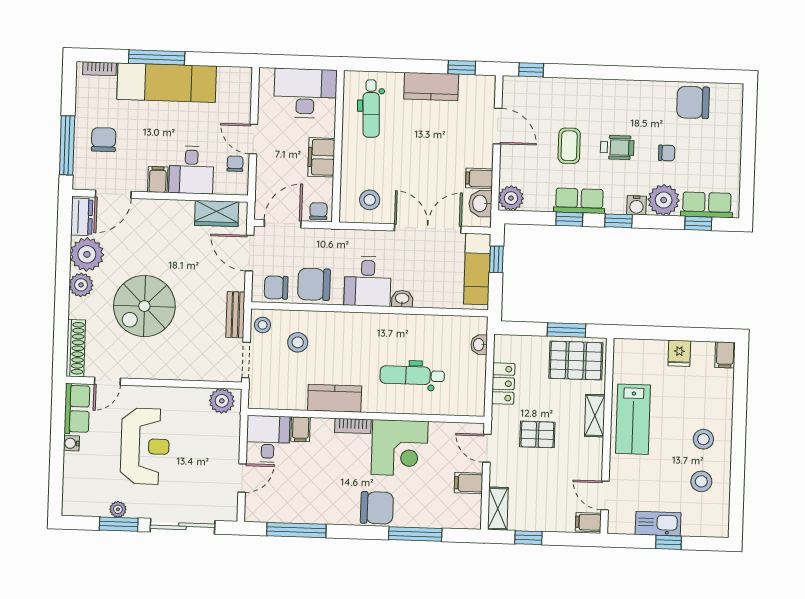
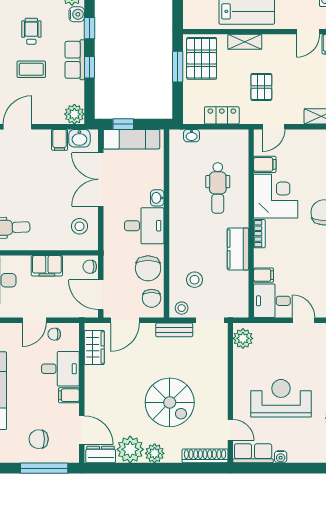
filing cabinet: (469, 483) -> (265, 164), moved, turned -90

